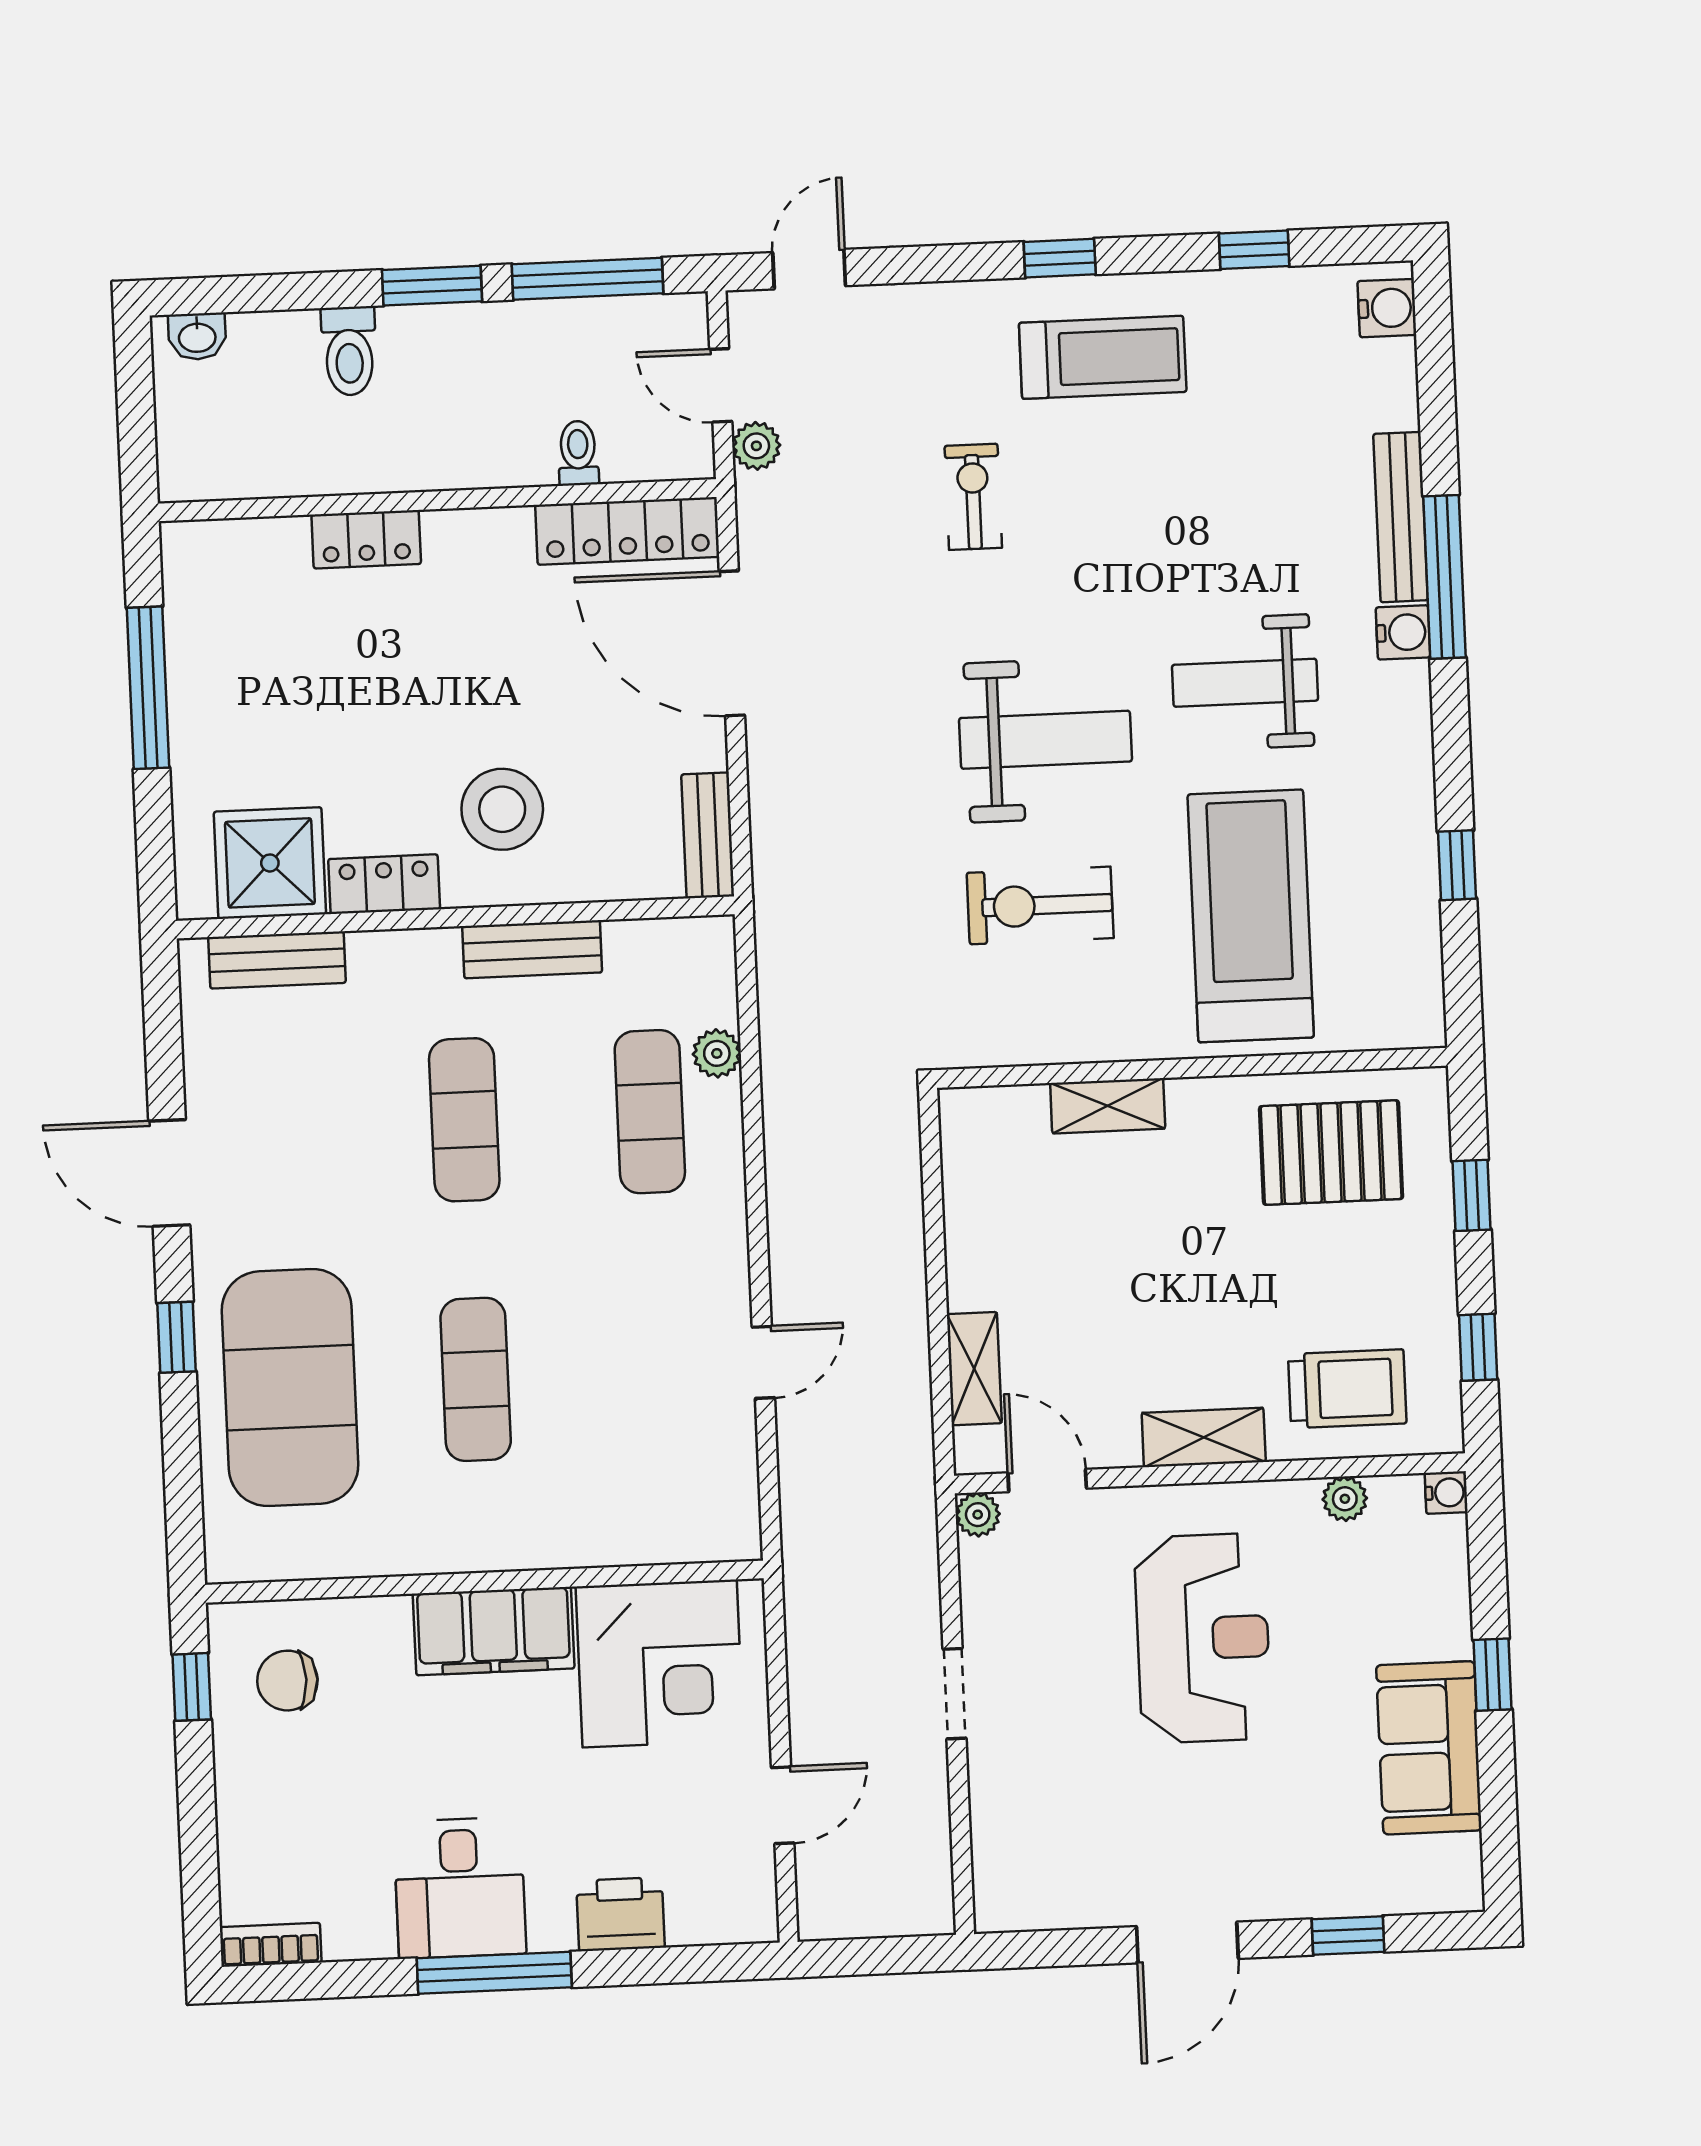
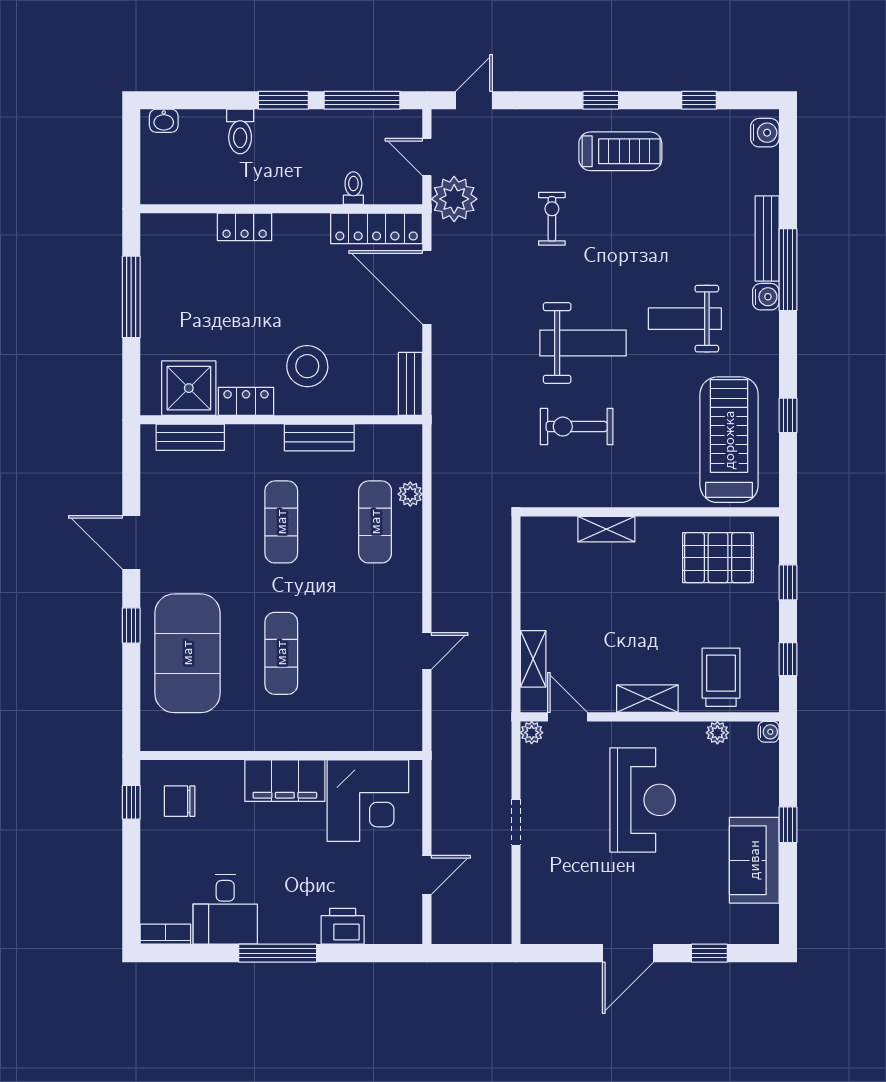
plant: (756, 446) -> (454, 199), width x1.88, depth x1.88
treadmill: (1251, 916) -> (729, 440), moved
trolley: (1347, 1389) -> (721, 677), turned -90
desk: (460, 1888) -> (225, 910), moved

